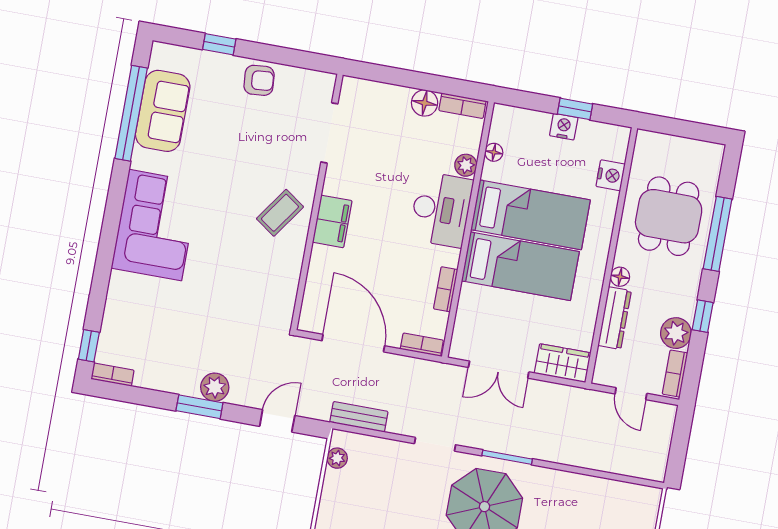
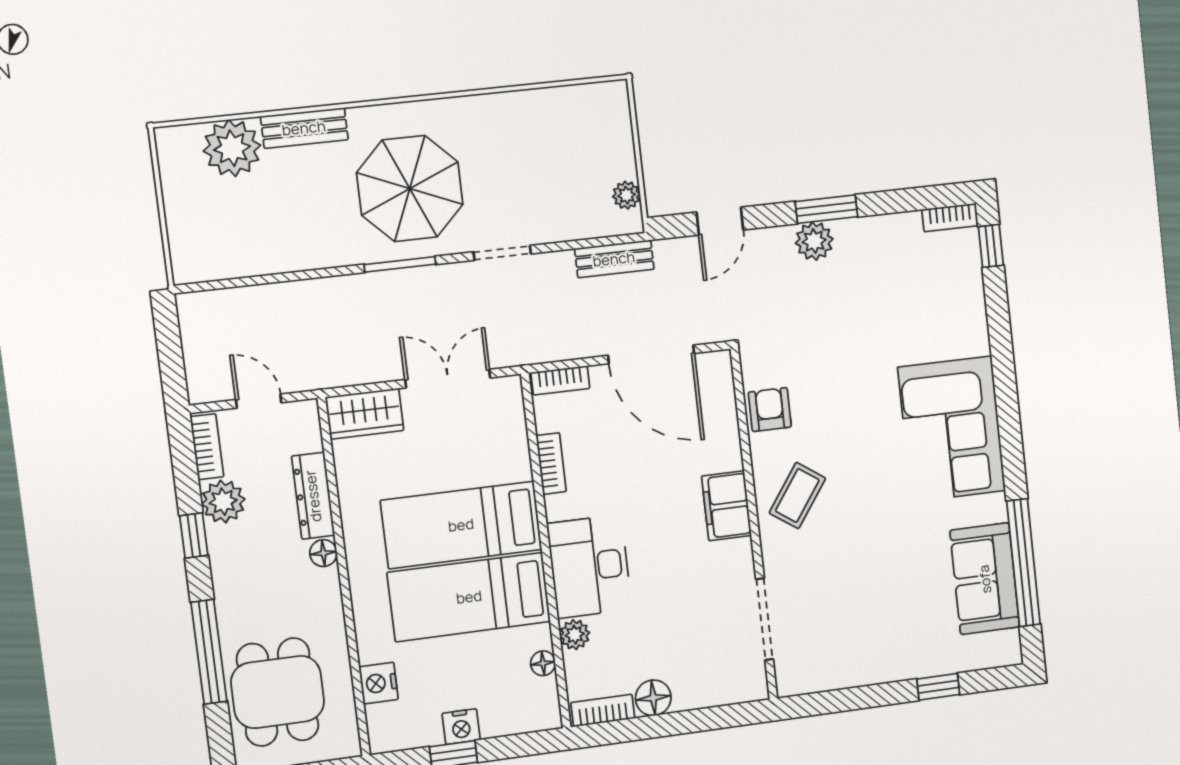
armchair: (259, 80) -> (770, 410), moved, turned 95
dining table: (669, 216) -> (278, 692), moved

